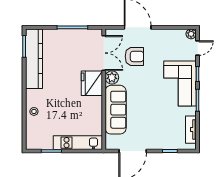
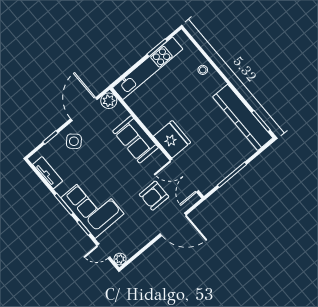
door: (198, 48) -> (103, 251), hinge flipped
plant: (112, 77) -> (109, 101), moved
sofa: (116, 110) -> (136, 139), width x0.73
side table: (157, 136) -> (74, 141), added
kitchen unit: (78, 143) -> (148, 68), width x1.36

